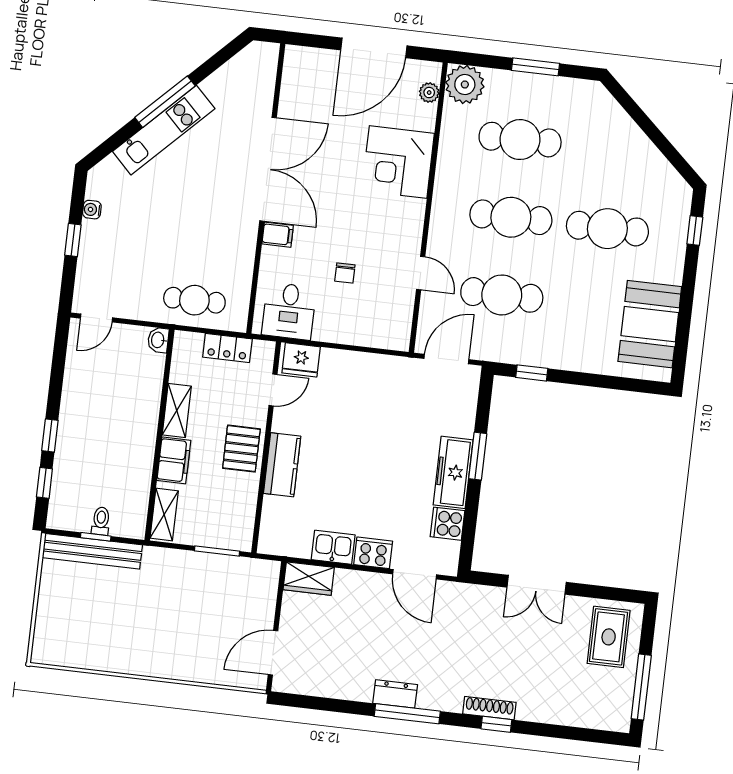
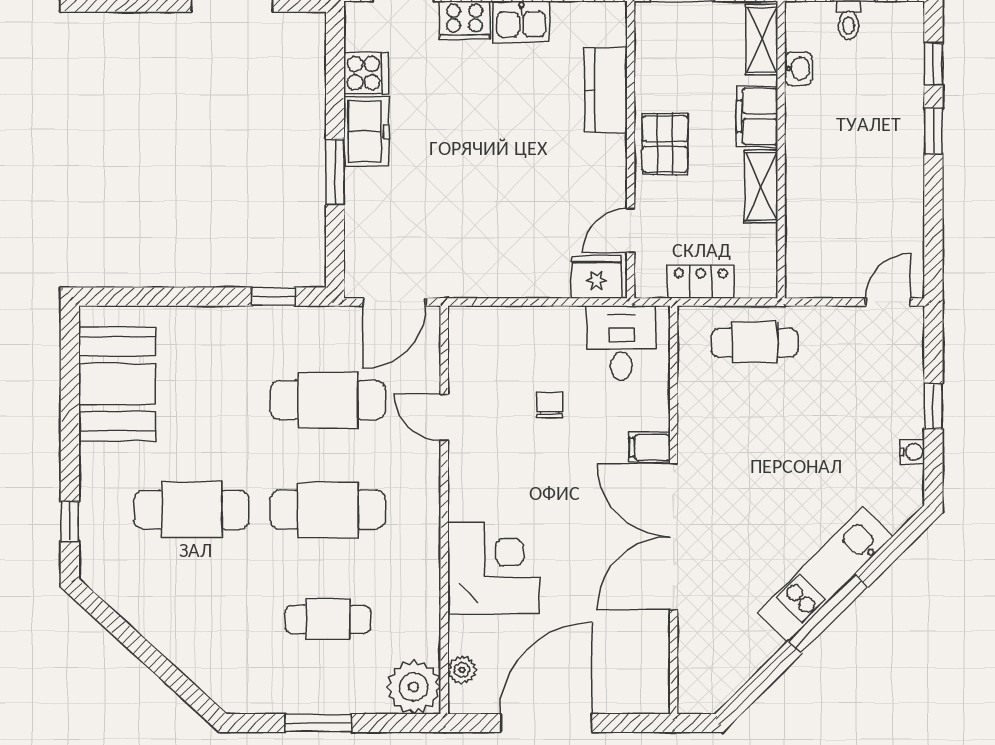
cafe table: (520, 140) -> (328, 619), width x0.73, depth x0.74
washbasin: (158, 340) -> (798, 69), moved
kitchen counter: (282, 465) -> (606, 90), moved
freezer: (453, 472) -> (367, 132), width x0.71

